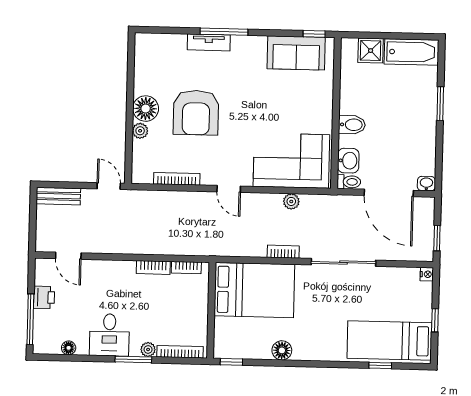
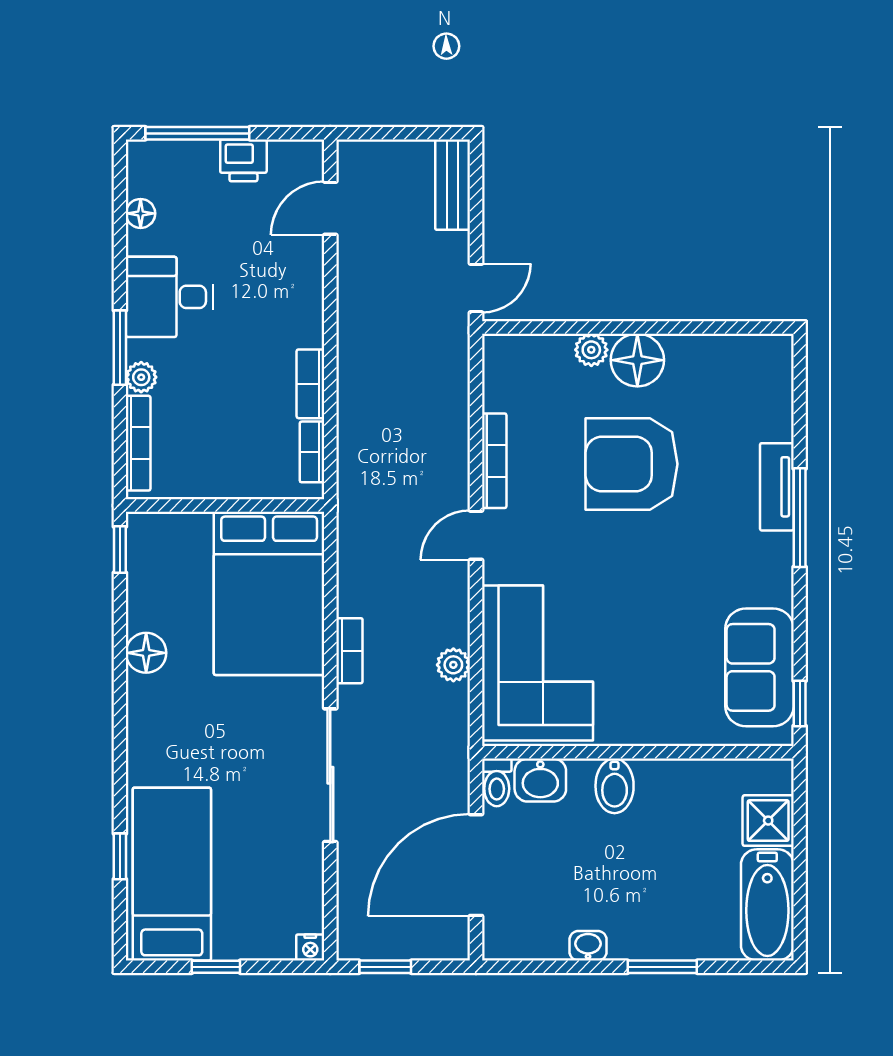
bookcase: (177, 179) -> (494, 461), moved
washbasin: (426, 184) -> (588, 946), moved, turned -90

